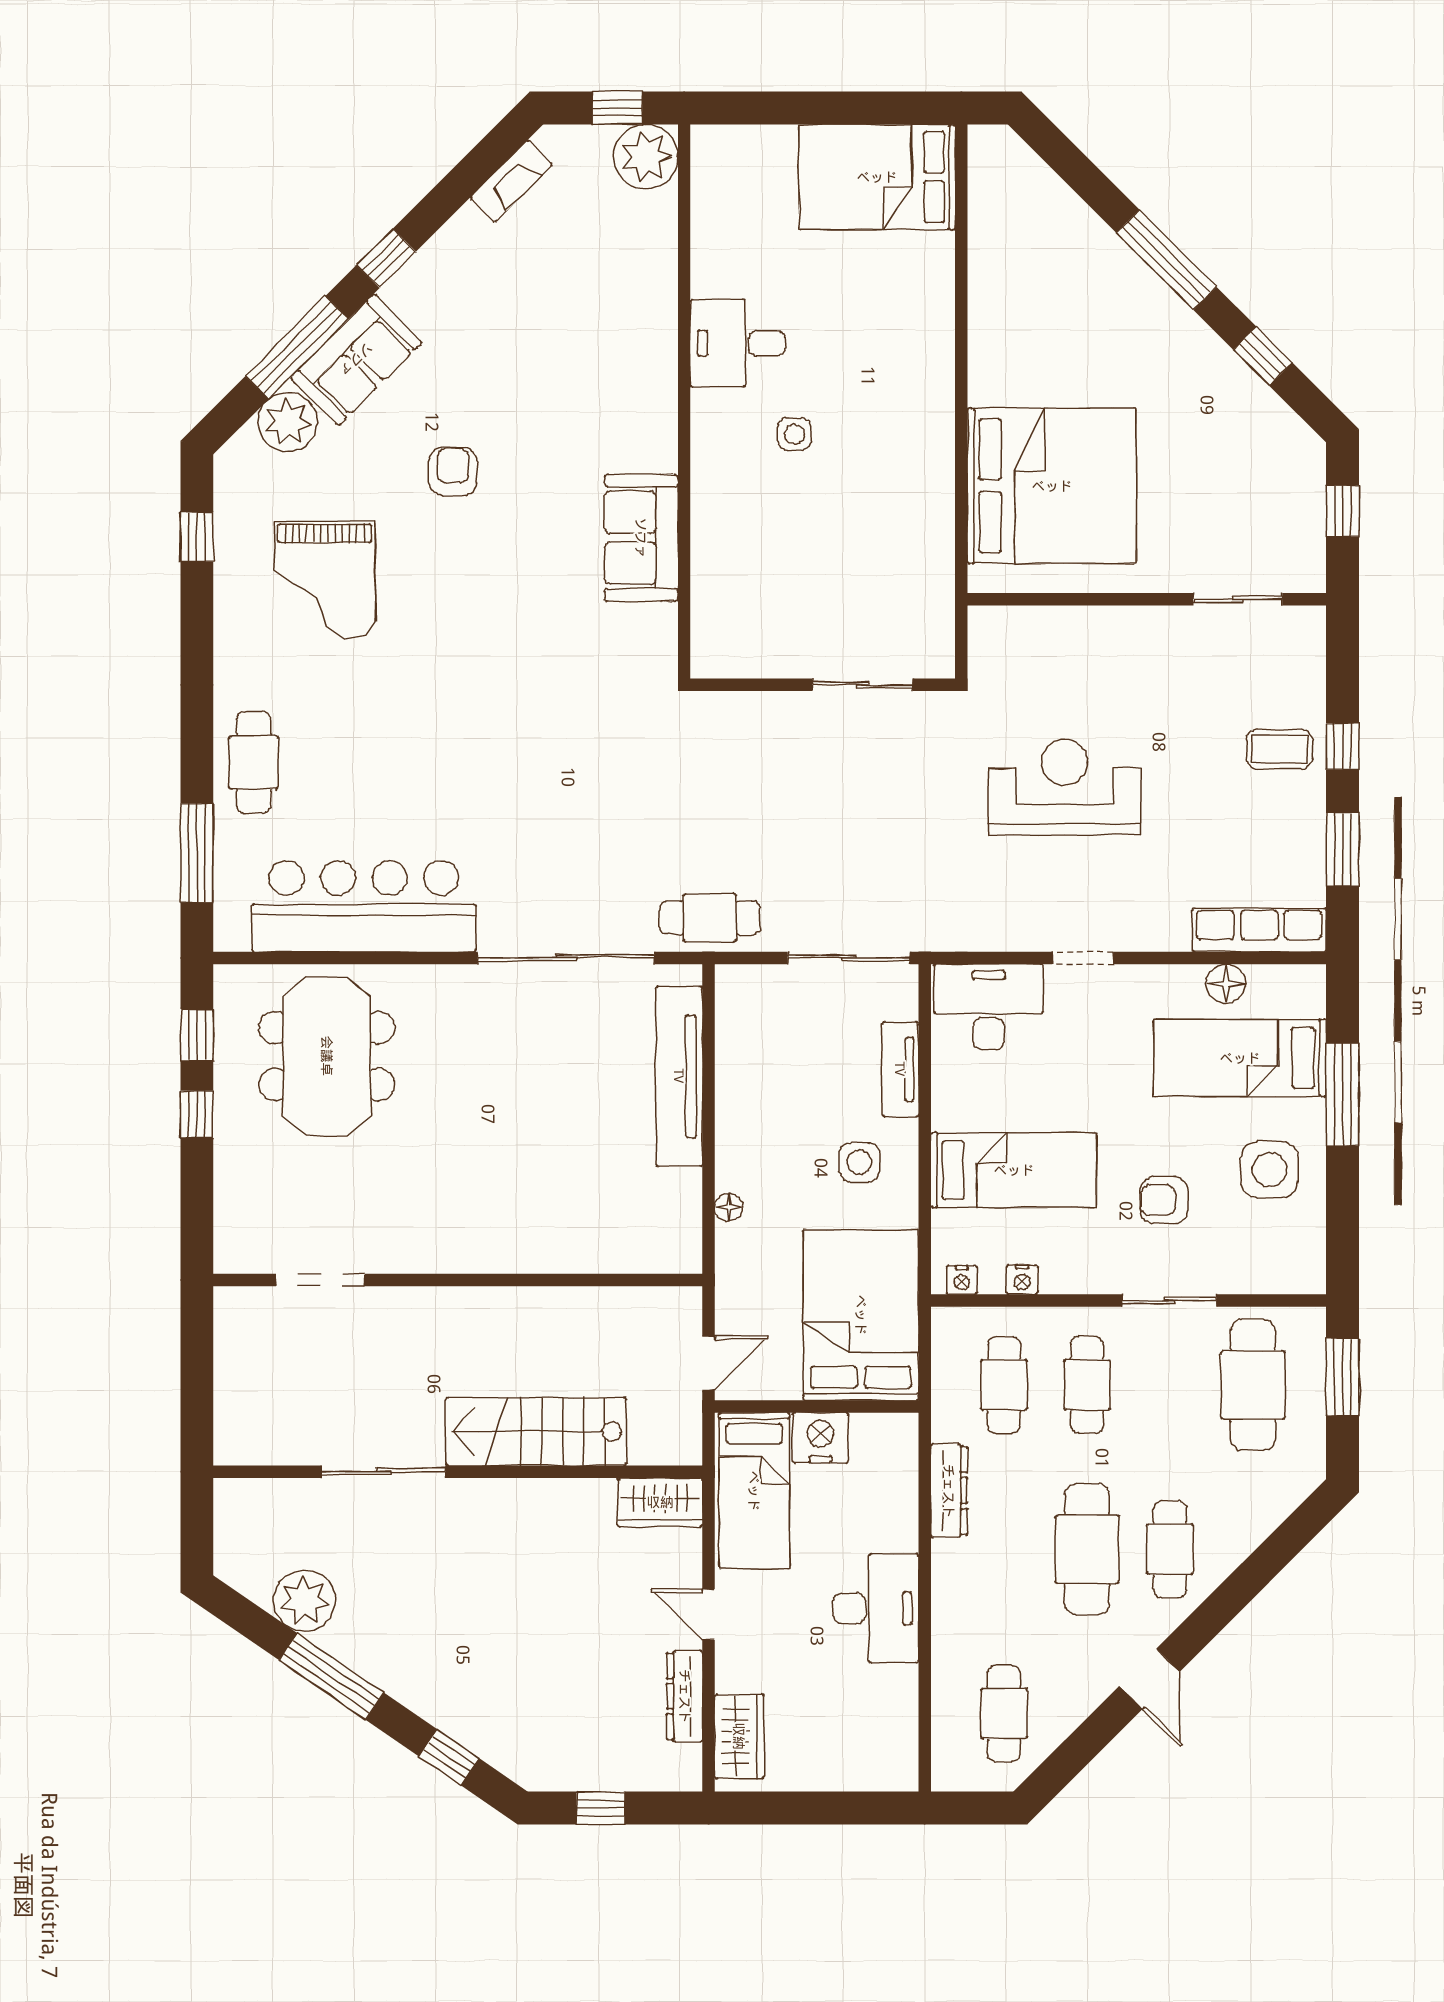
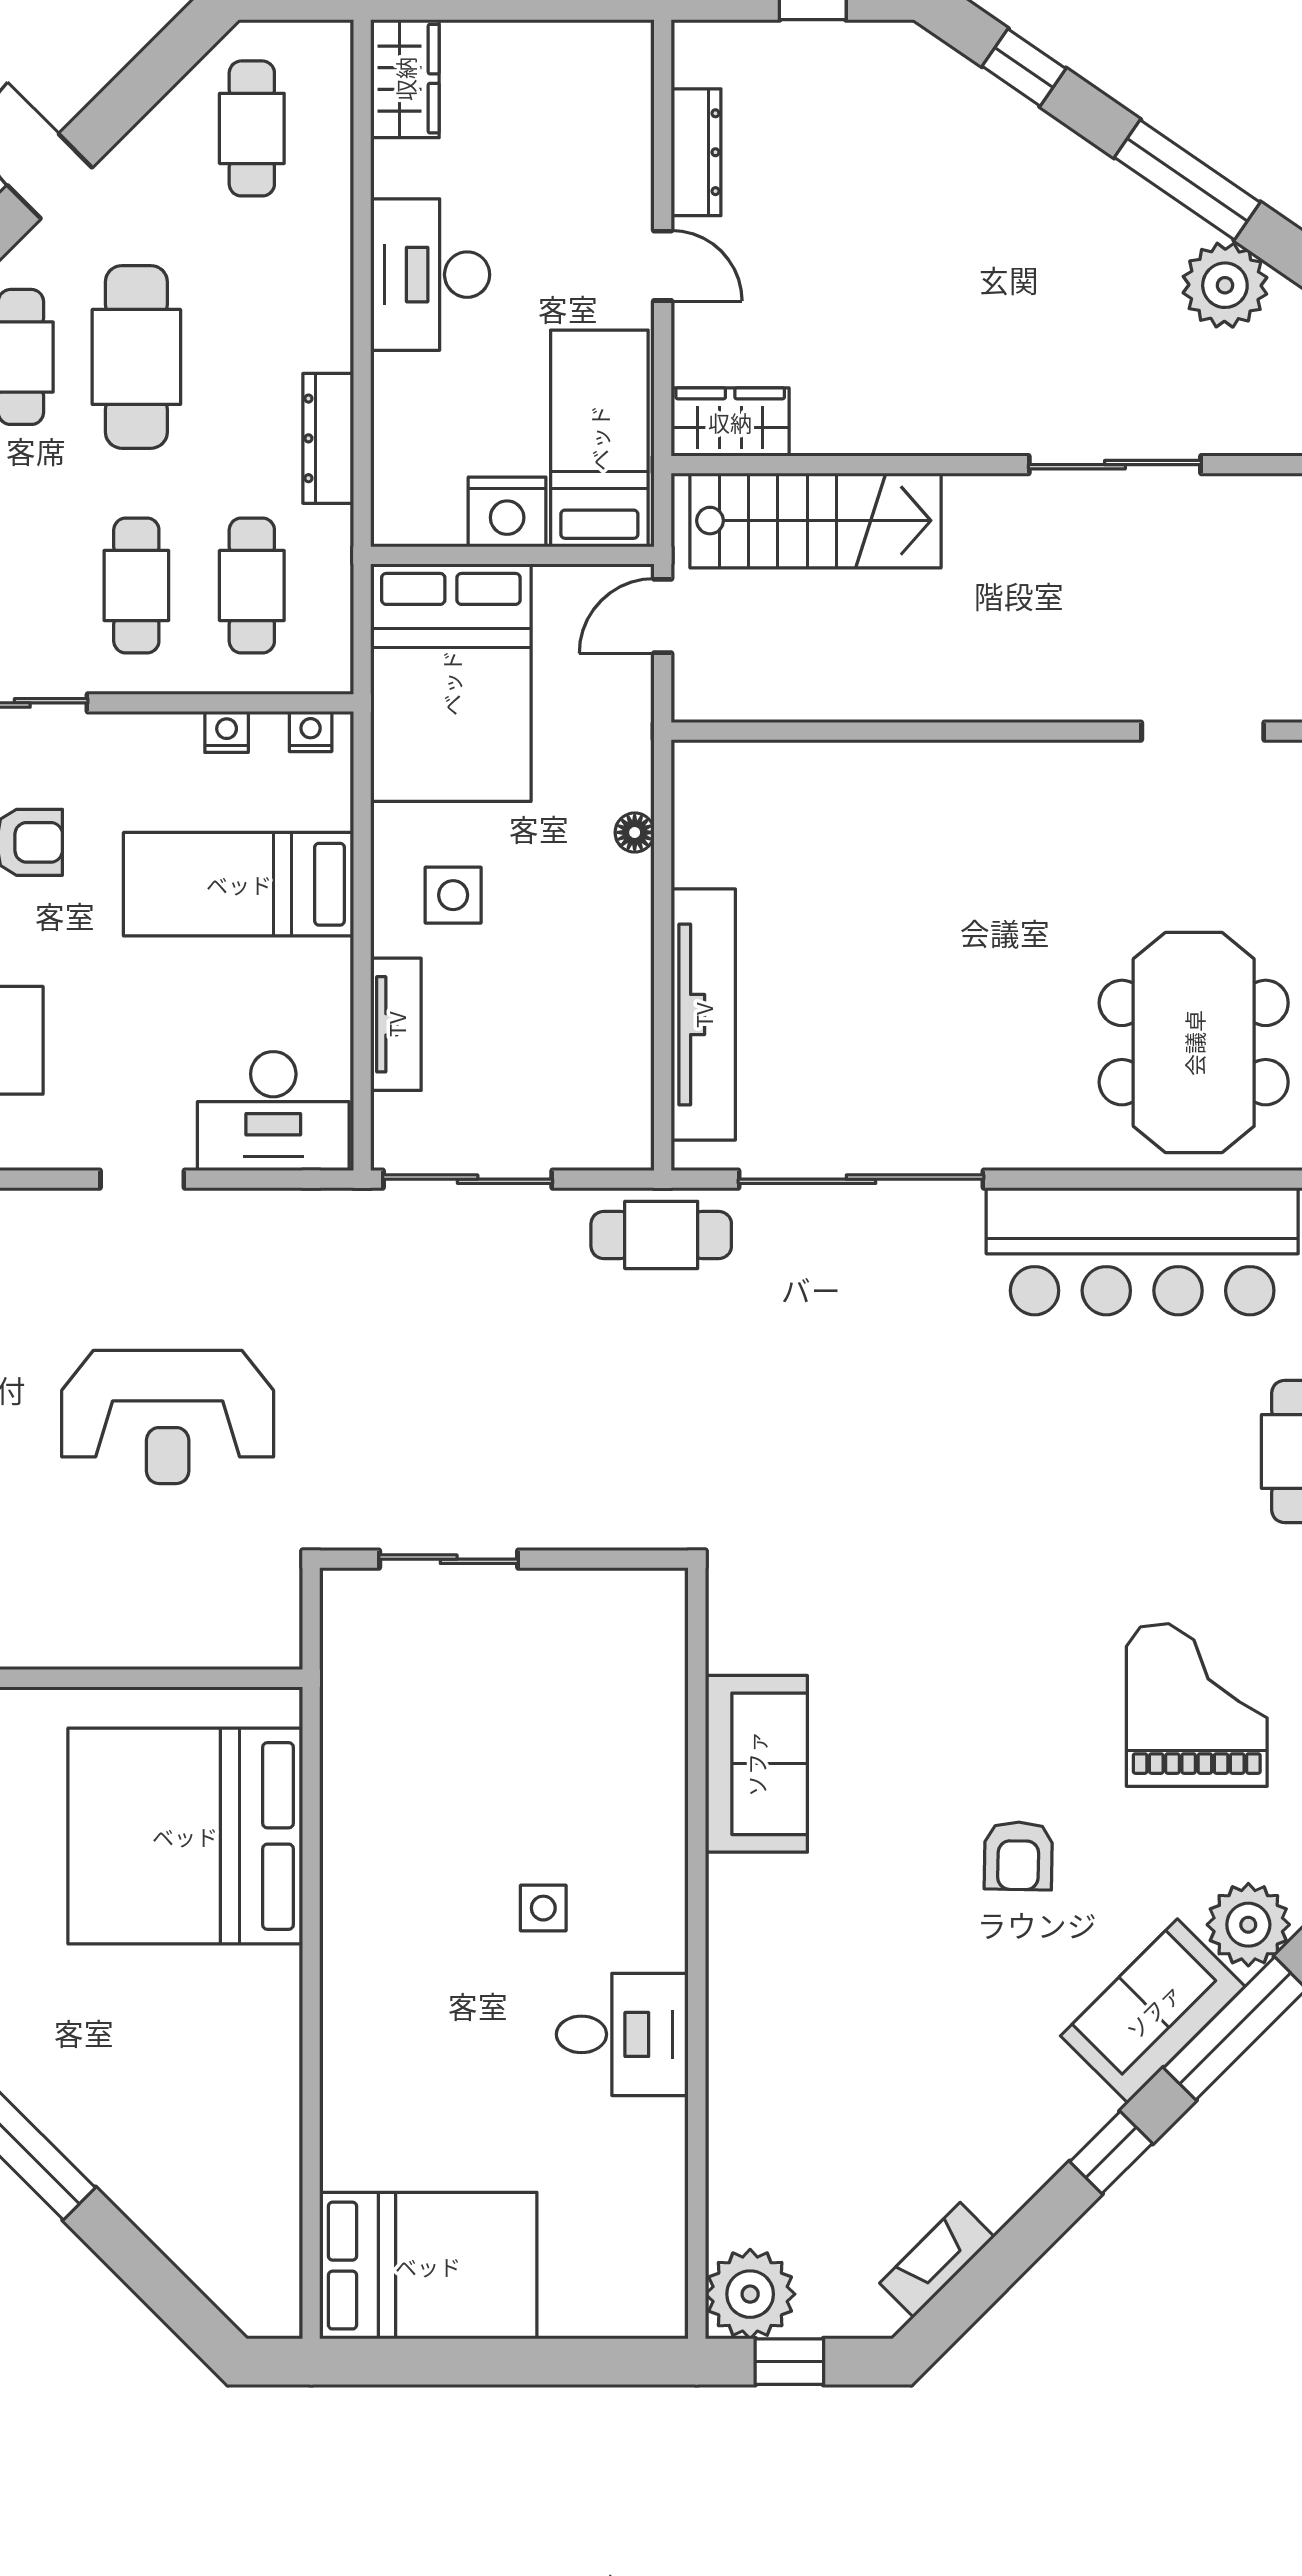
stairs: (536, 1431) -> (815, 521), moved
wardrobe: (739, 1736) -> (405, 79), moved, turned 180

